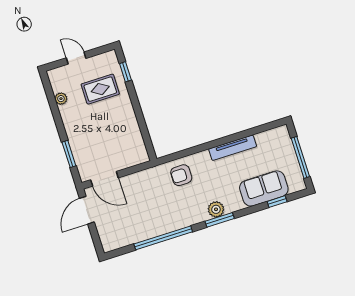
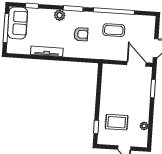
armchair: (181, 175) -> (81, 34), moved
sofa: (264, 188) -> (18, 23), moved, turned -90
plant: (216, 209) -> (60, 15), moved
coffee table: (153, 212) -> (114, 30), added

